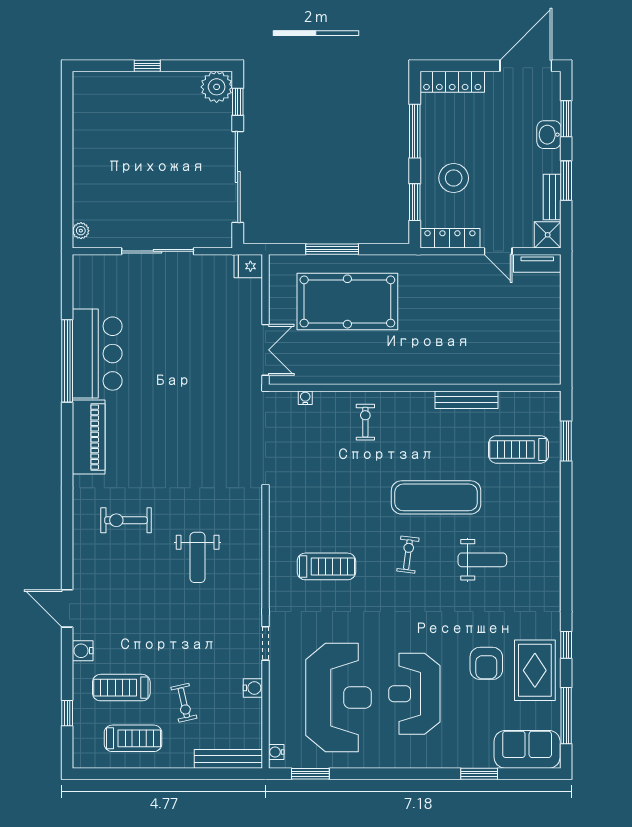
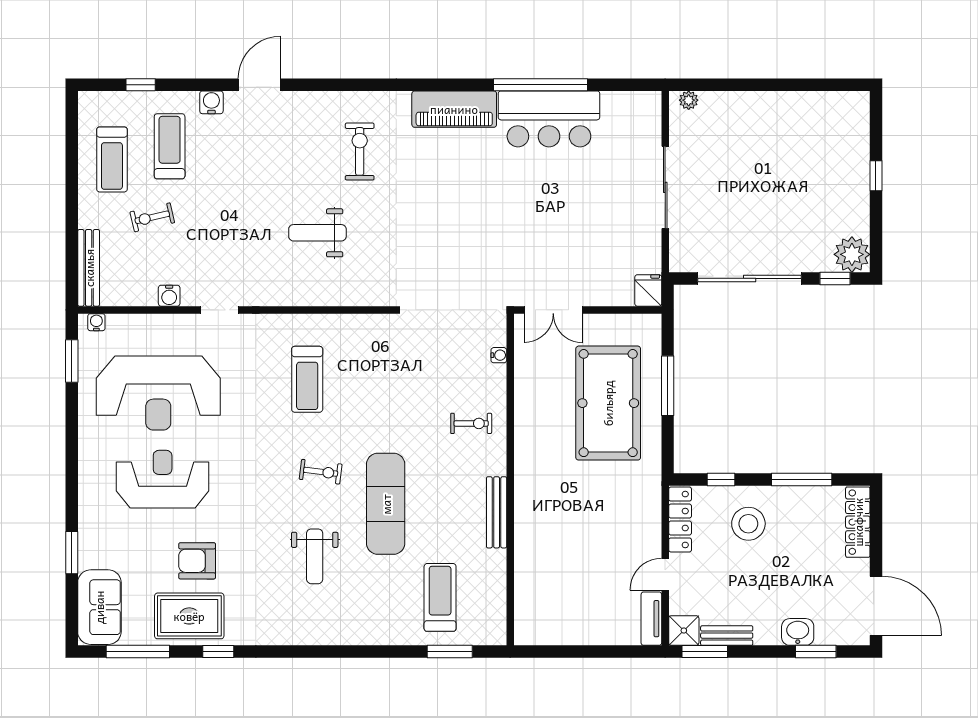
window: (566, 181) -> (705, 652), moved
window: (415, 202) -> (721, 480), width x0.67
bench: (466, 400) -> (497, 512), moved

